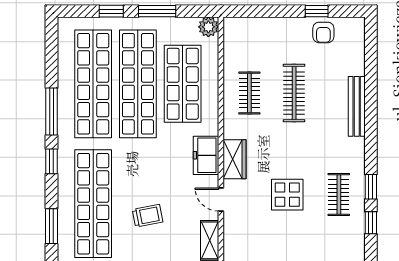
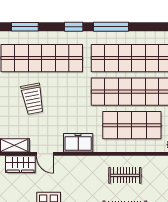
wardrobe: (235, 159) -> (20, 164), moved
door: (221, 199) -> (45, 154), swing flipped
trolley: (148, 216) -> (33, 99), width x1.36, depth x1.39

